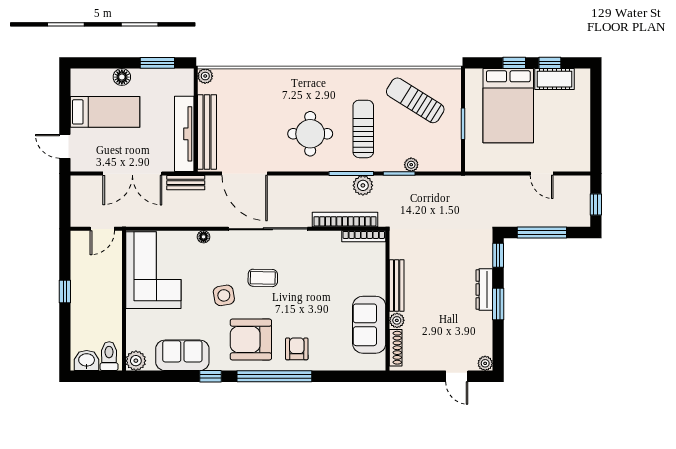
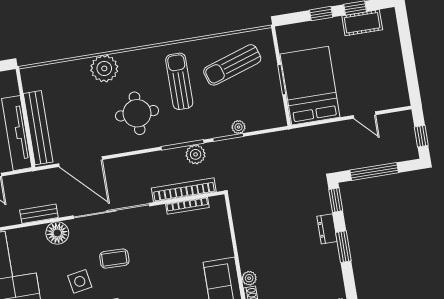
plant: (205, 76) -> (104, 68), moved, width x1.88, depth x1.88
sun lounger: (415, 100) -> (232, 65), turned -50
bed: (508, 106) -> (310, 86), moved, turned 180
sun lounger: (363, 129) -> (179, 81), moved
bench: (186, 183) -> (39, 214), moved
bookcase: (364, 236) -> (187, 206), moved
floor lamp: (204, 237) -> (57, 233), width x1.89, depth x1.89
bench: (397, 286) -> (243, 245), removed
dresser: (484, 290) -> (327, 229), width x0.70

